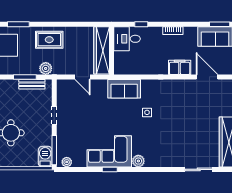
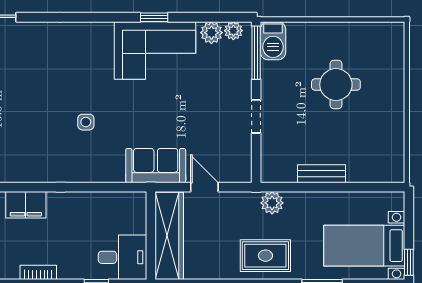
window: (25, 77) -> (310, 187), removed
bench: (32, 84) -> (322, 174), moved
sofa: (124, 89) -> (156, 166), moved
plant: (138, 161) -> (211, 33), moved

